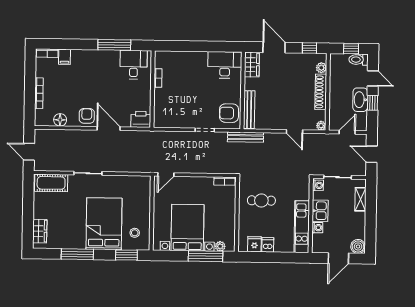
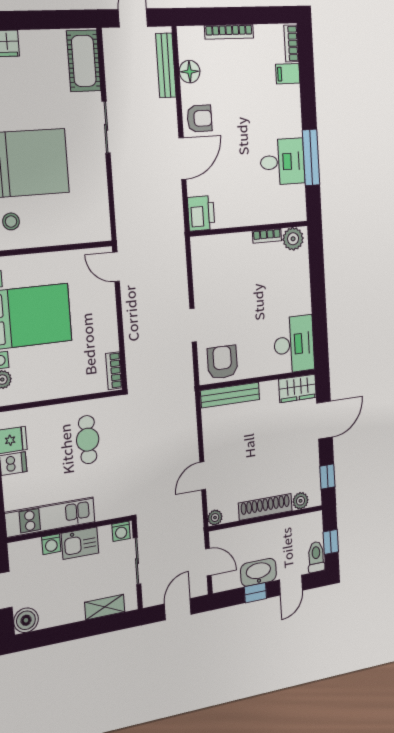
plant: (161, 61) -> (293, 239), added
desk: (134, 65) -> (282, 162), moved
bench: (245, 137) -> (166, 65), moved

